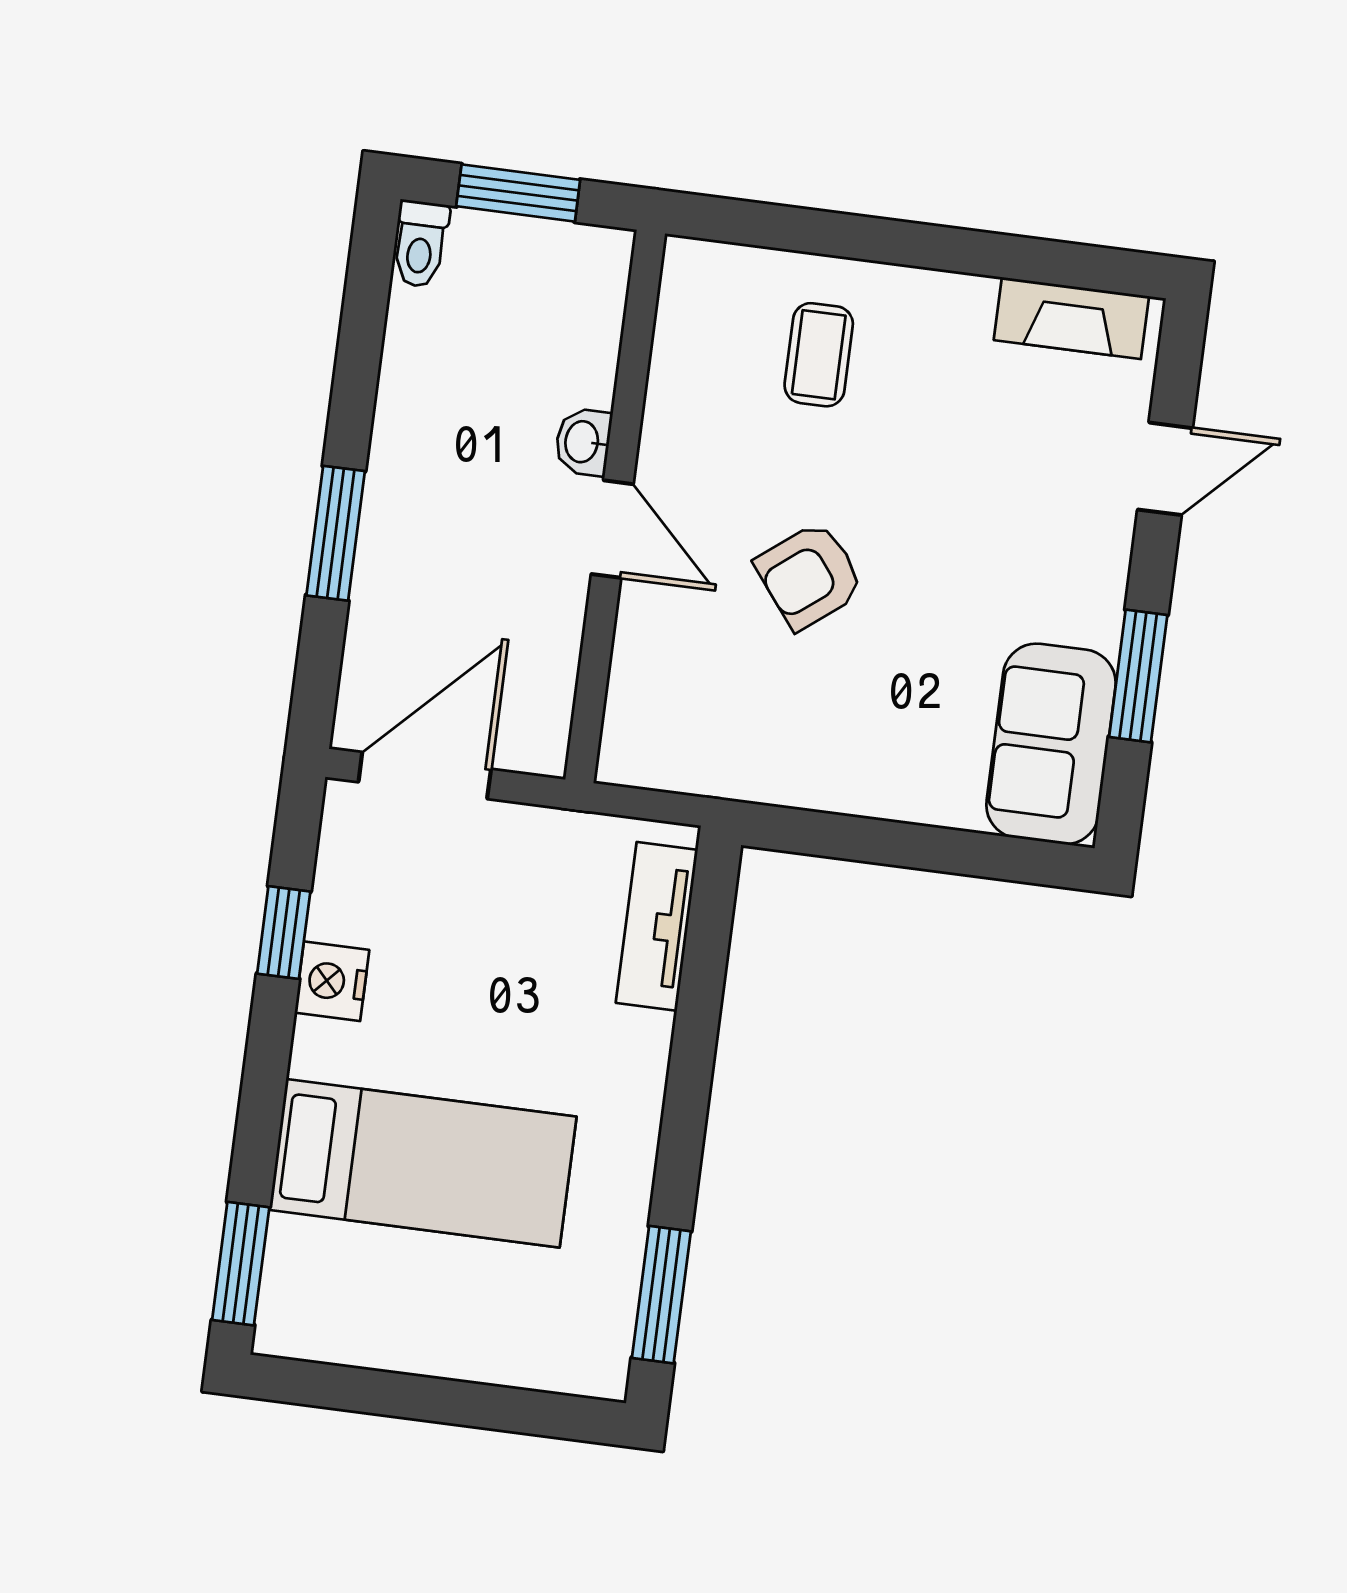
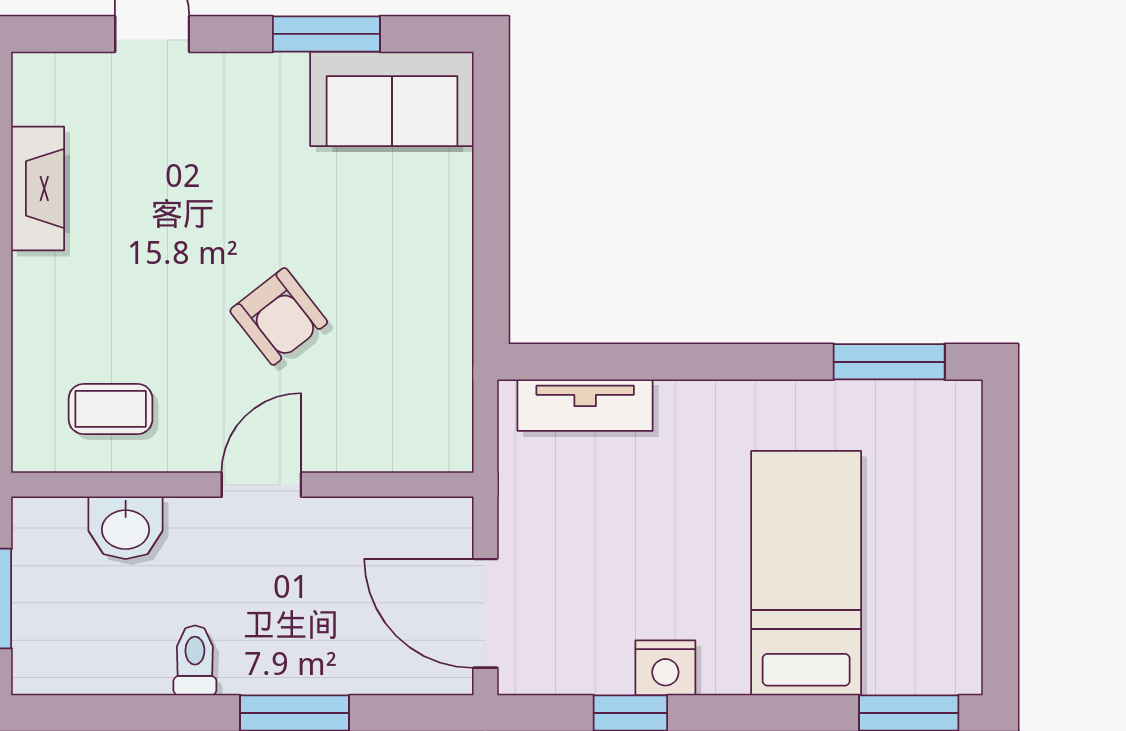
toilet: (420, 244) -> (195, 660), moved, turned -90
fireplace: (1071, 318) -> (38, 188), moved
coffee table: (819, 355) -> (111, 409), moved
washbasin: (583, 442) -> (126, 528), moved, width x1.38, depth x1.45

